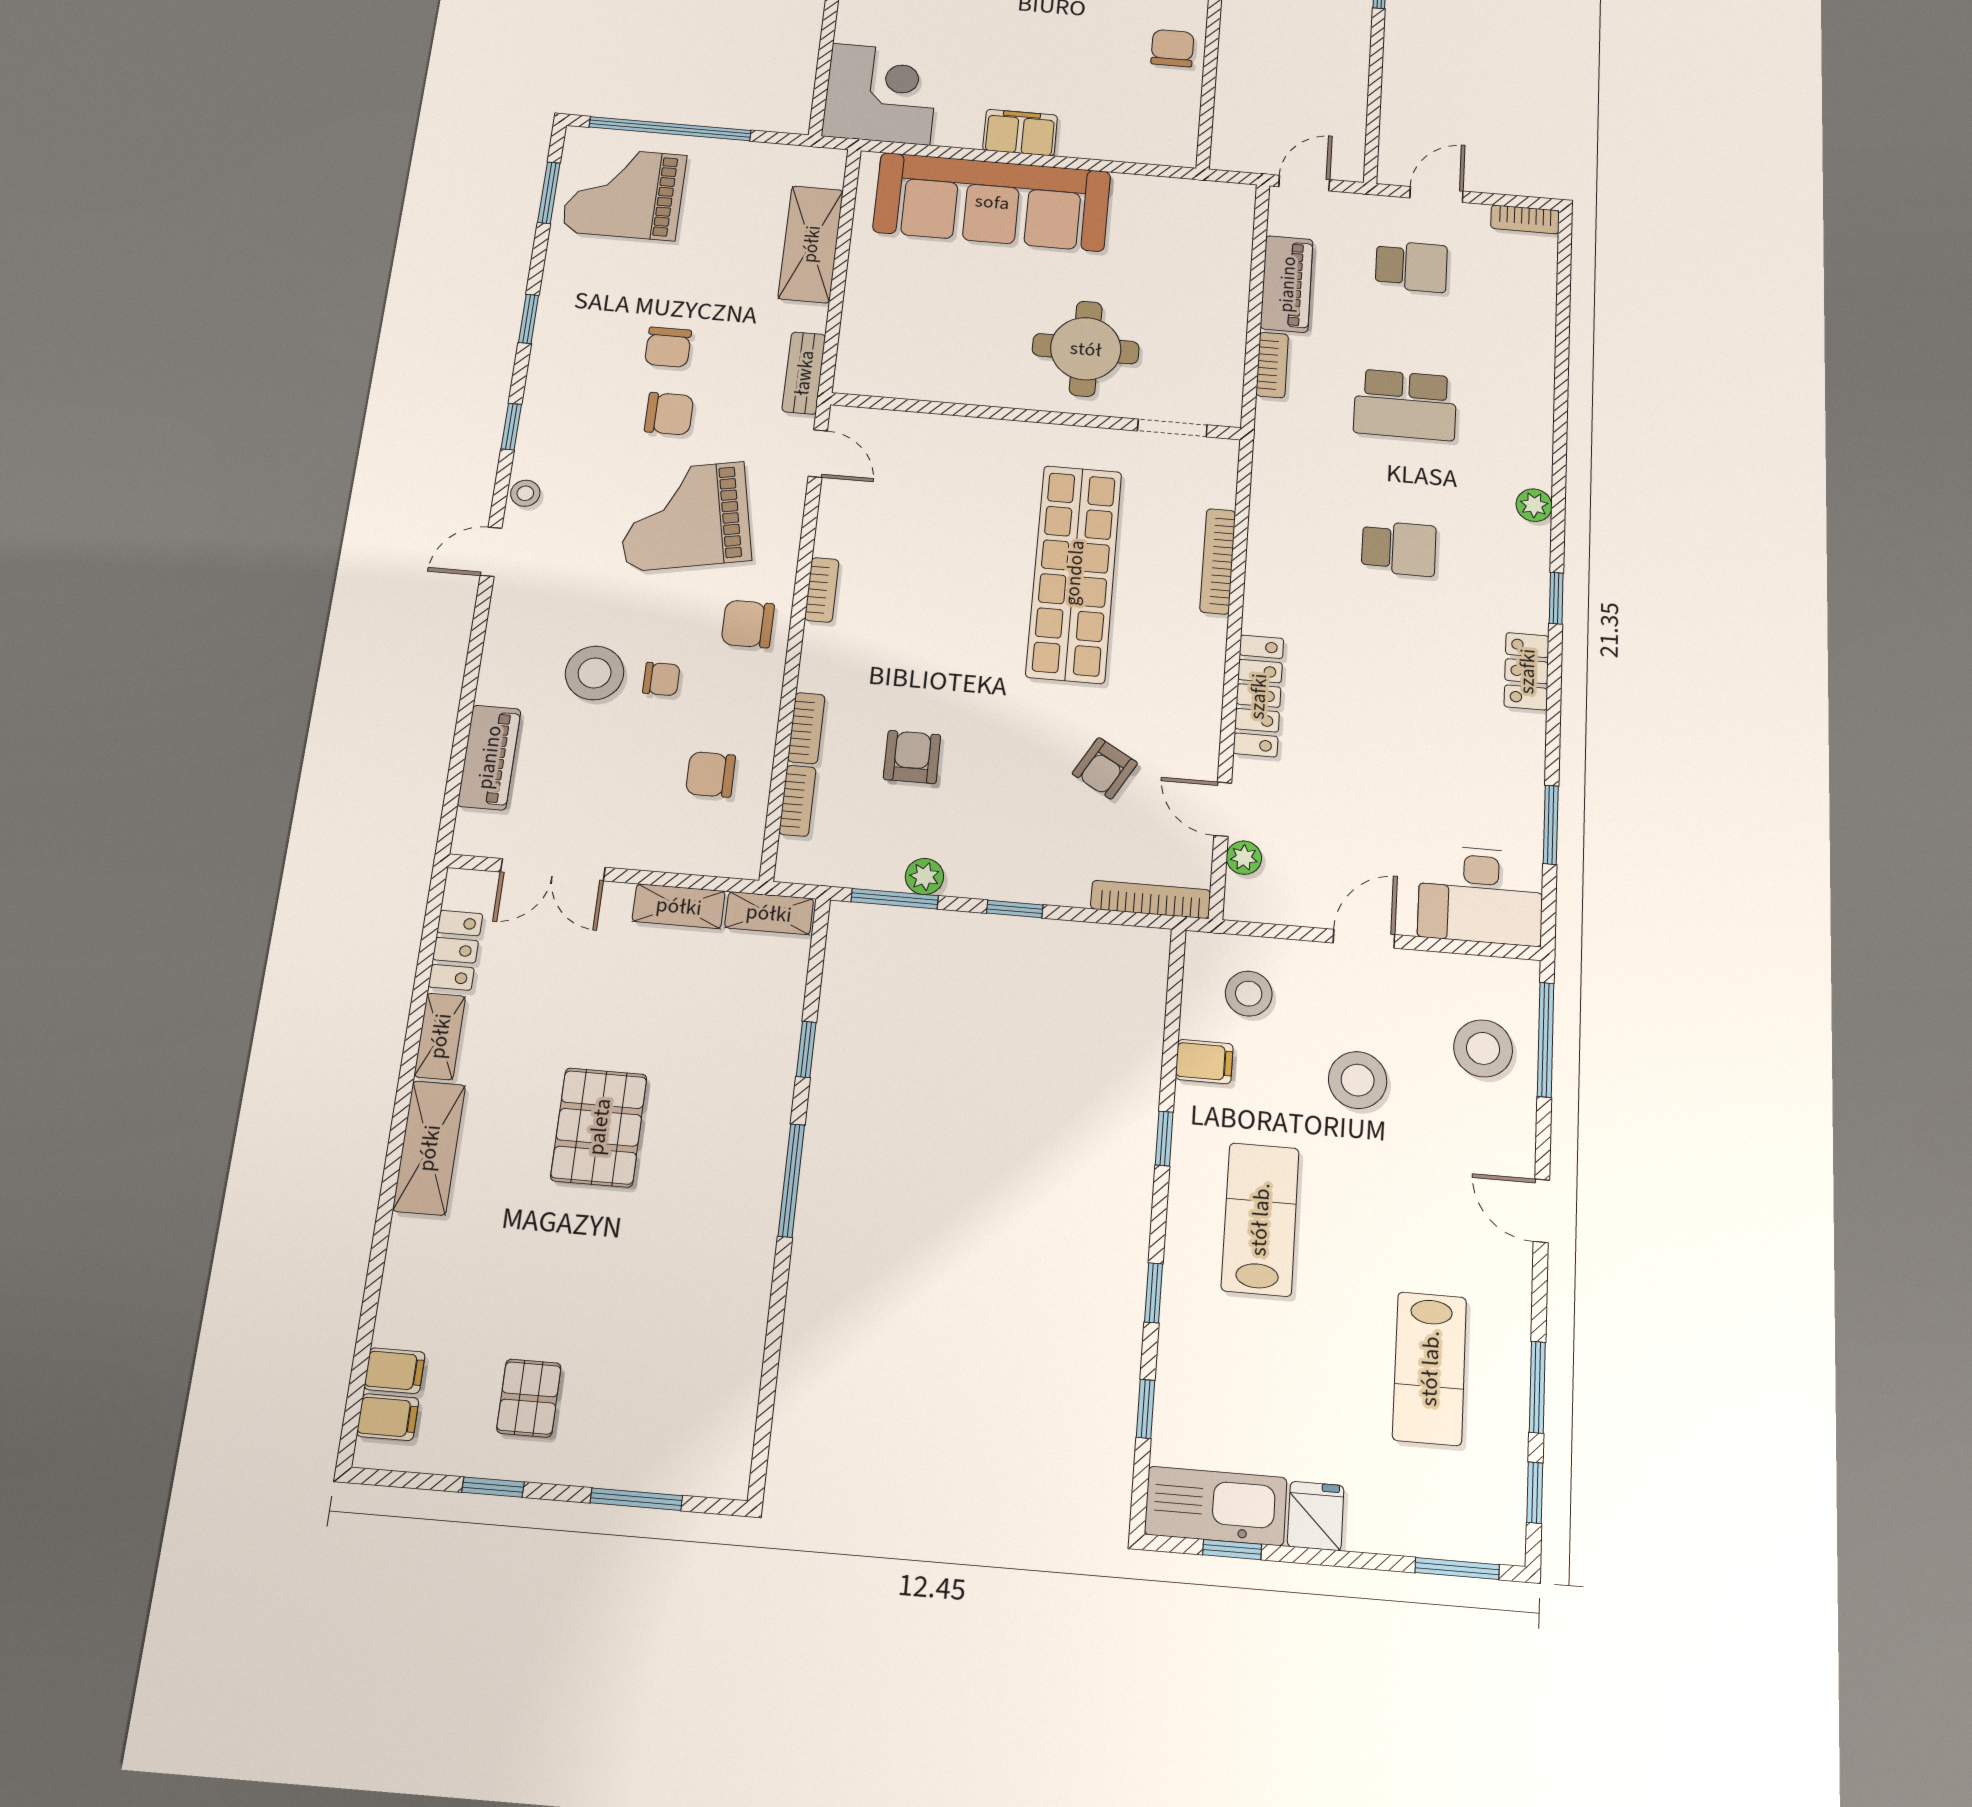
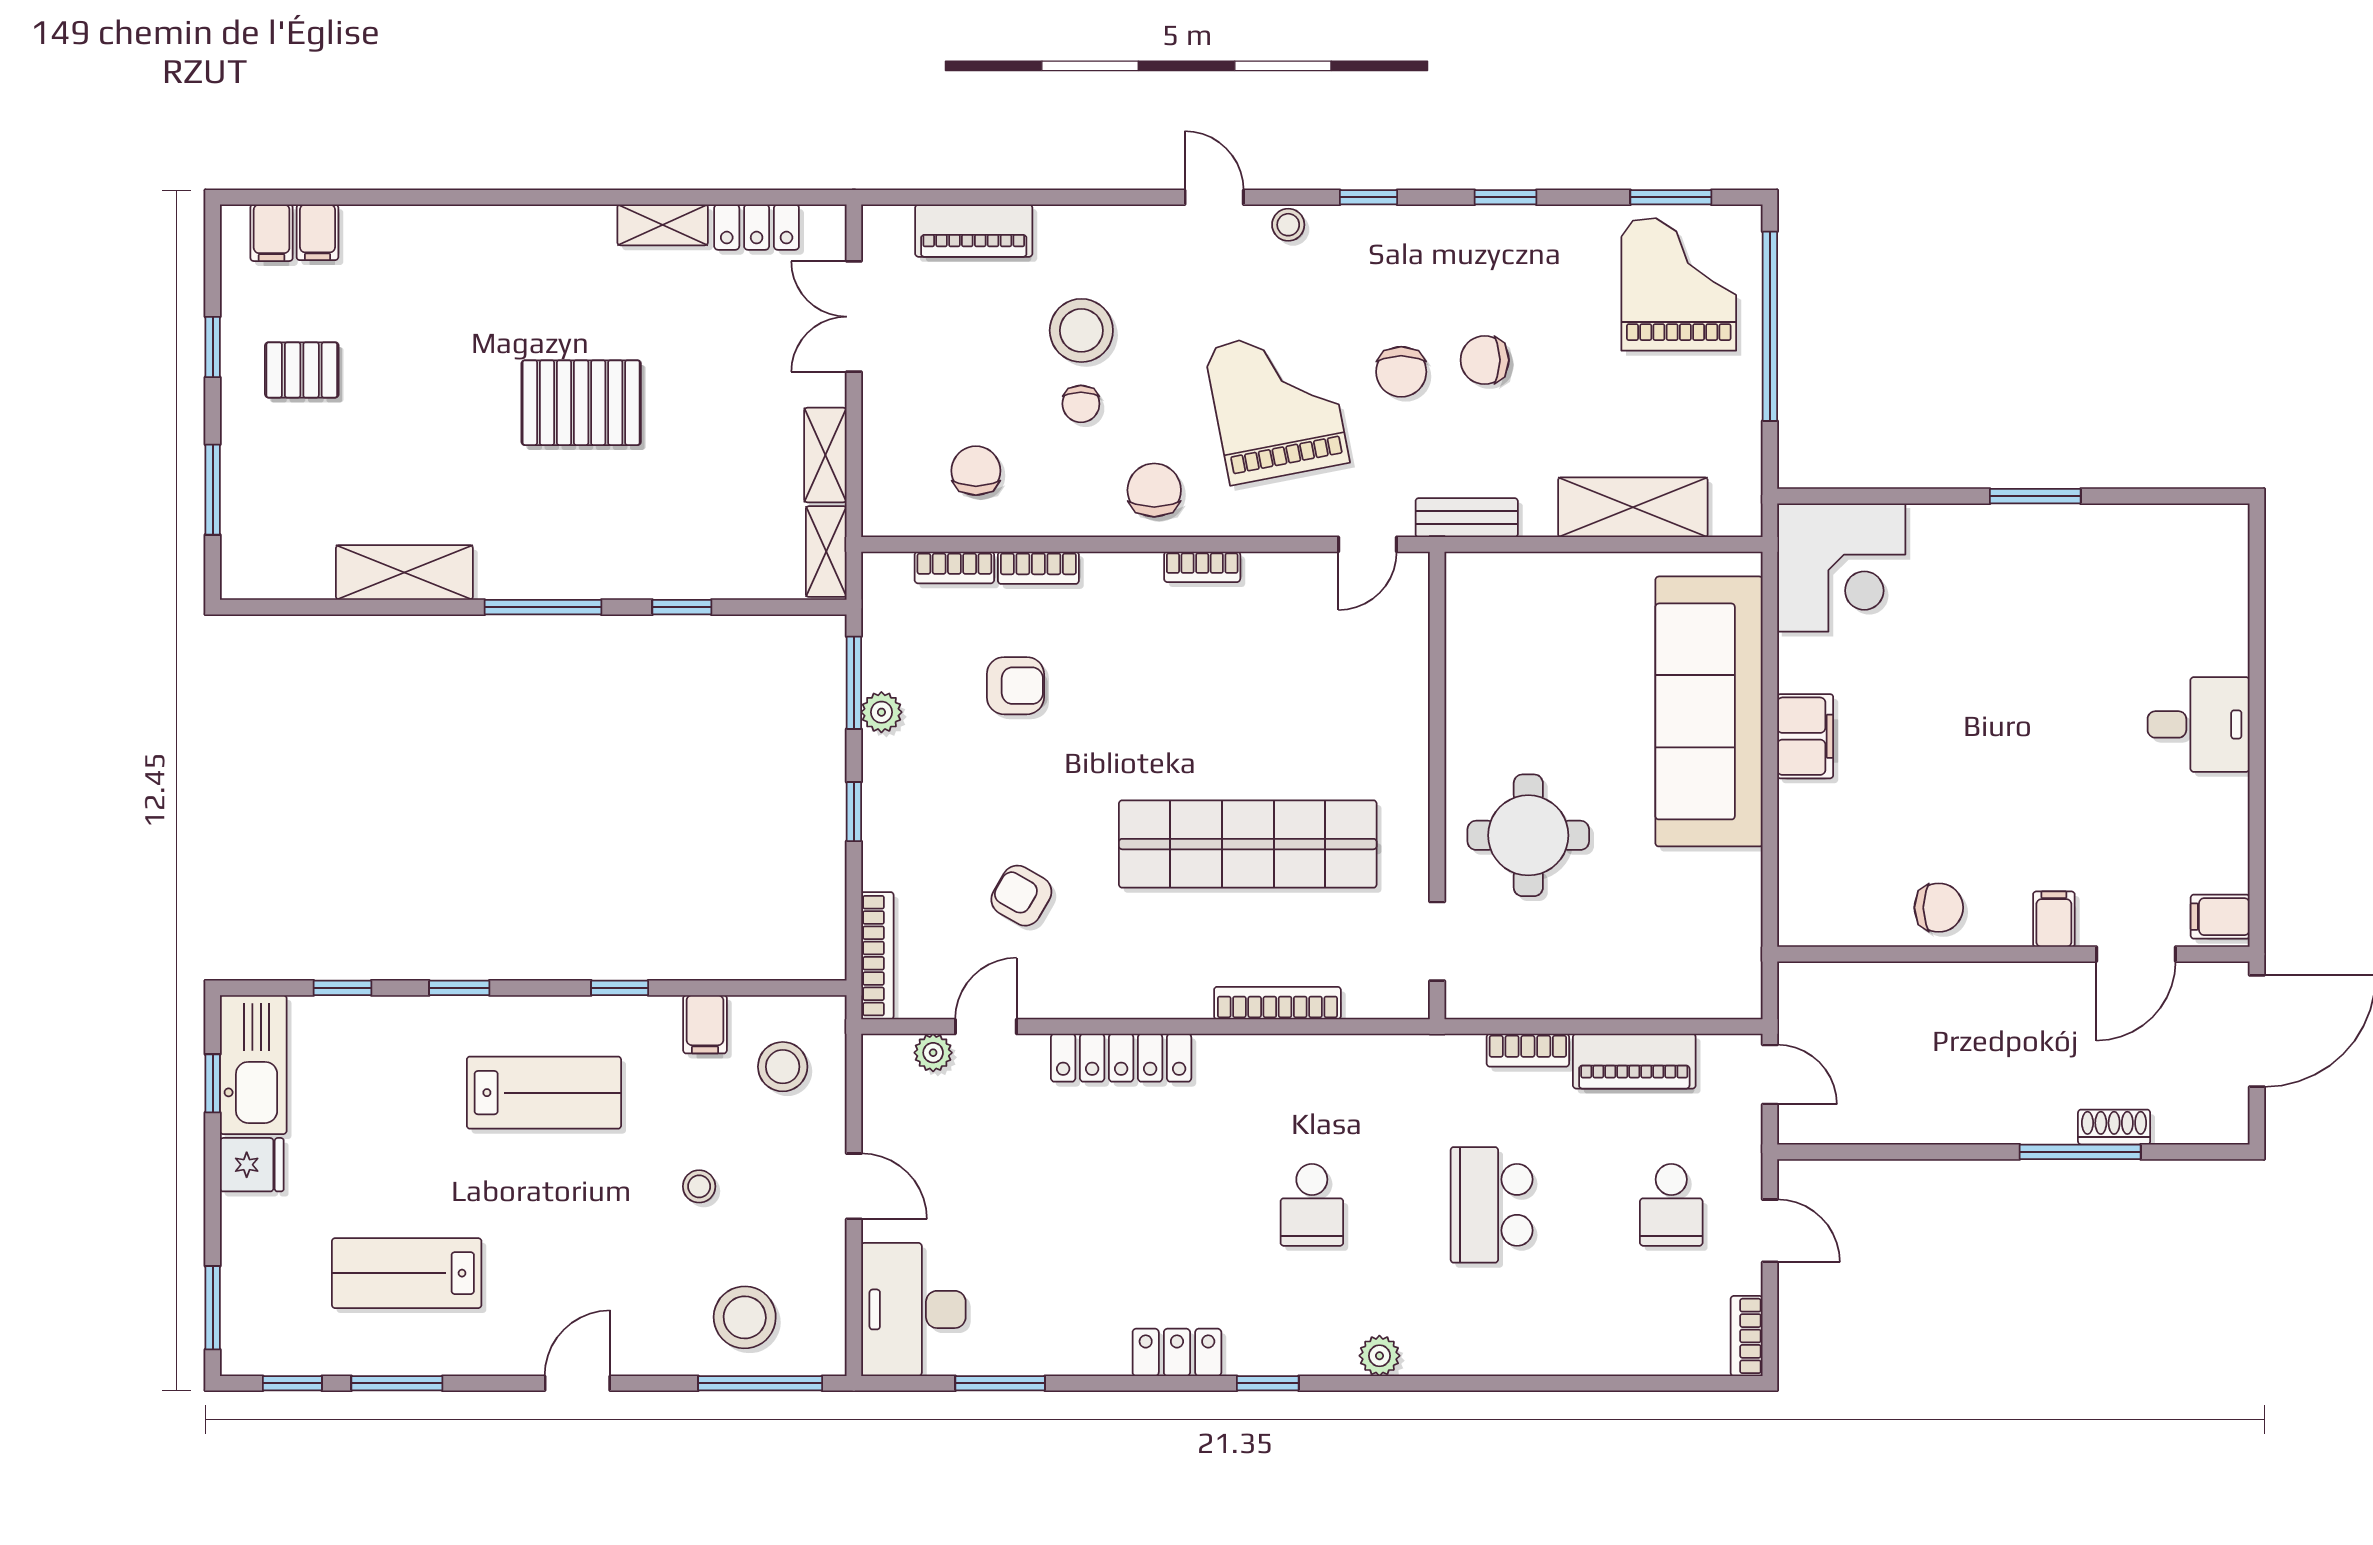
stool: (1358, 1080) -> (699, 1186), width x0.53, depth x0.53
shelving: (429, 1148) -> (404, 572), moved

